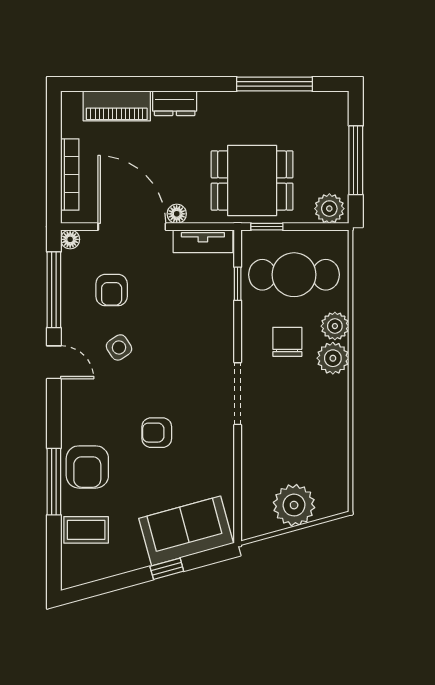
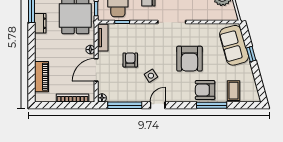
dresser: (175, 103) -> (40, 23), moved
door: (132, 227) -> (96, 70), width x0.73
armchair: (112, 290) -> (130, 60), moved, turned -90
armchair: (157, 433) -> (189, 59), width x1.88, depth x1.88
armchair: (87, 467) -> (205, 90), turned 180

